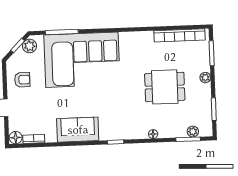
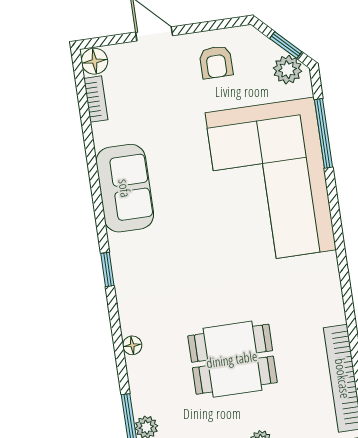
dining table: (165, 87) -> (232, 359), turned 90

